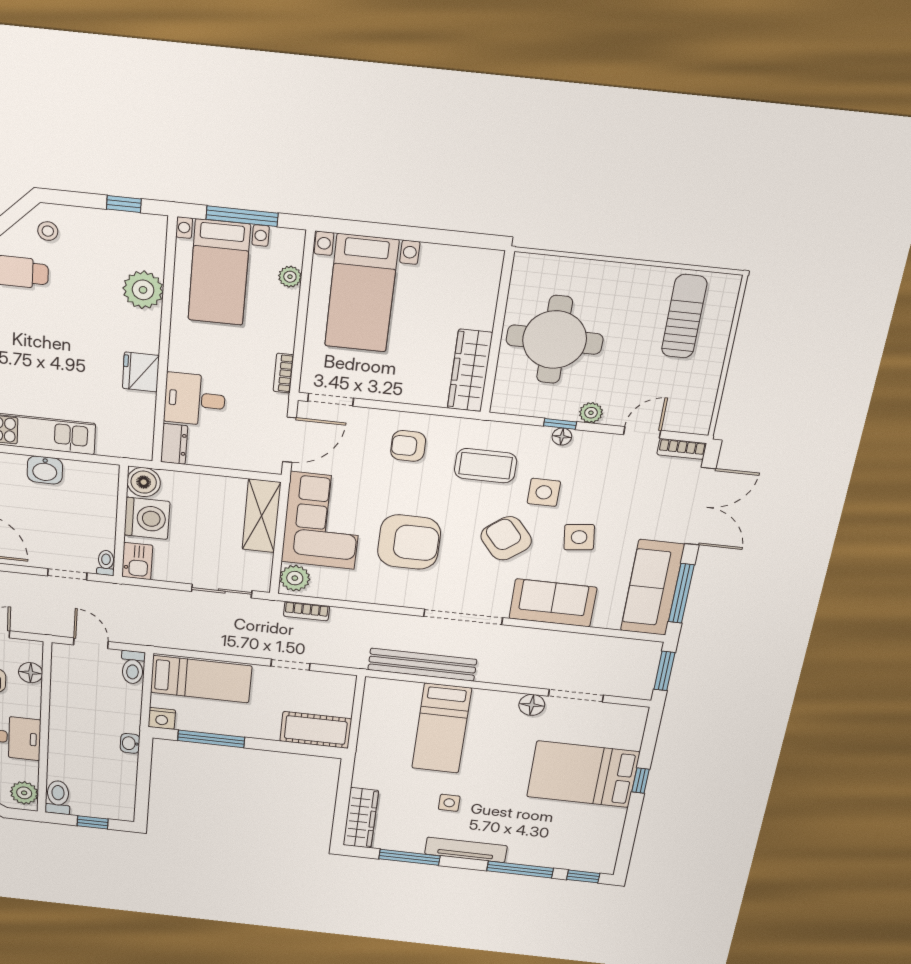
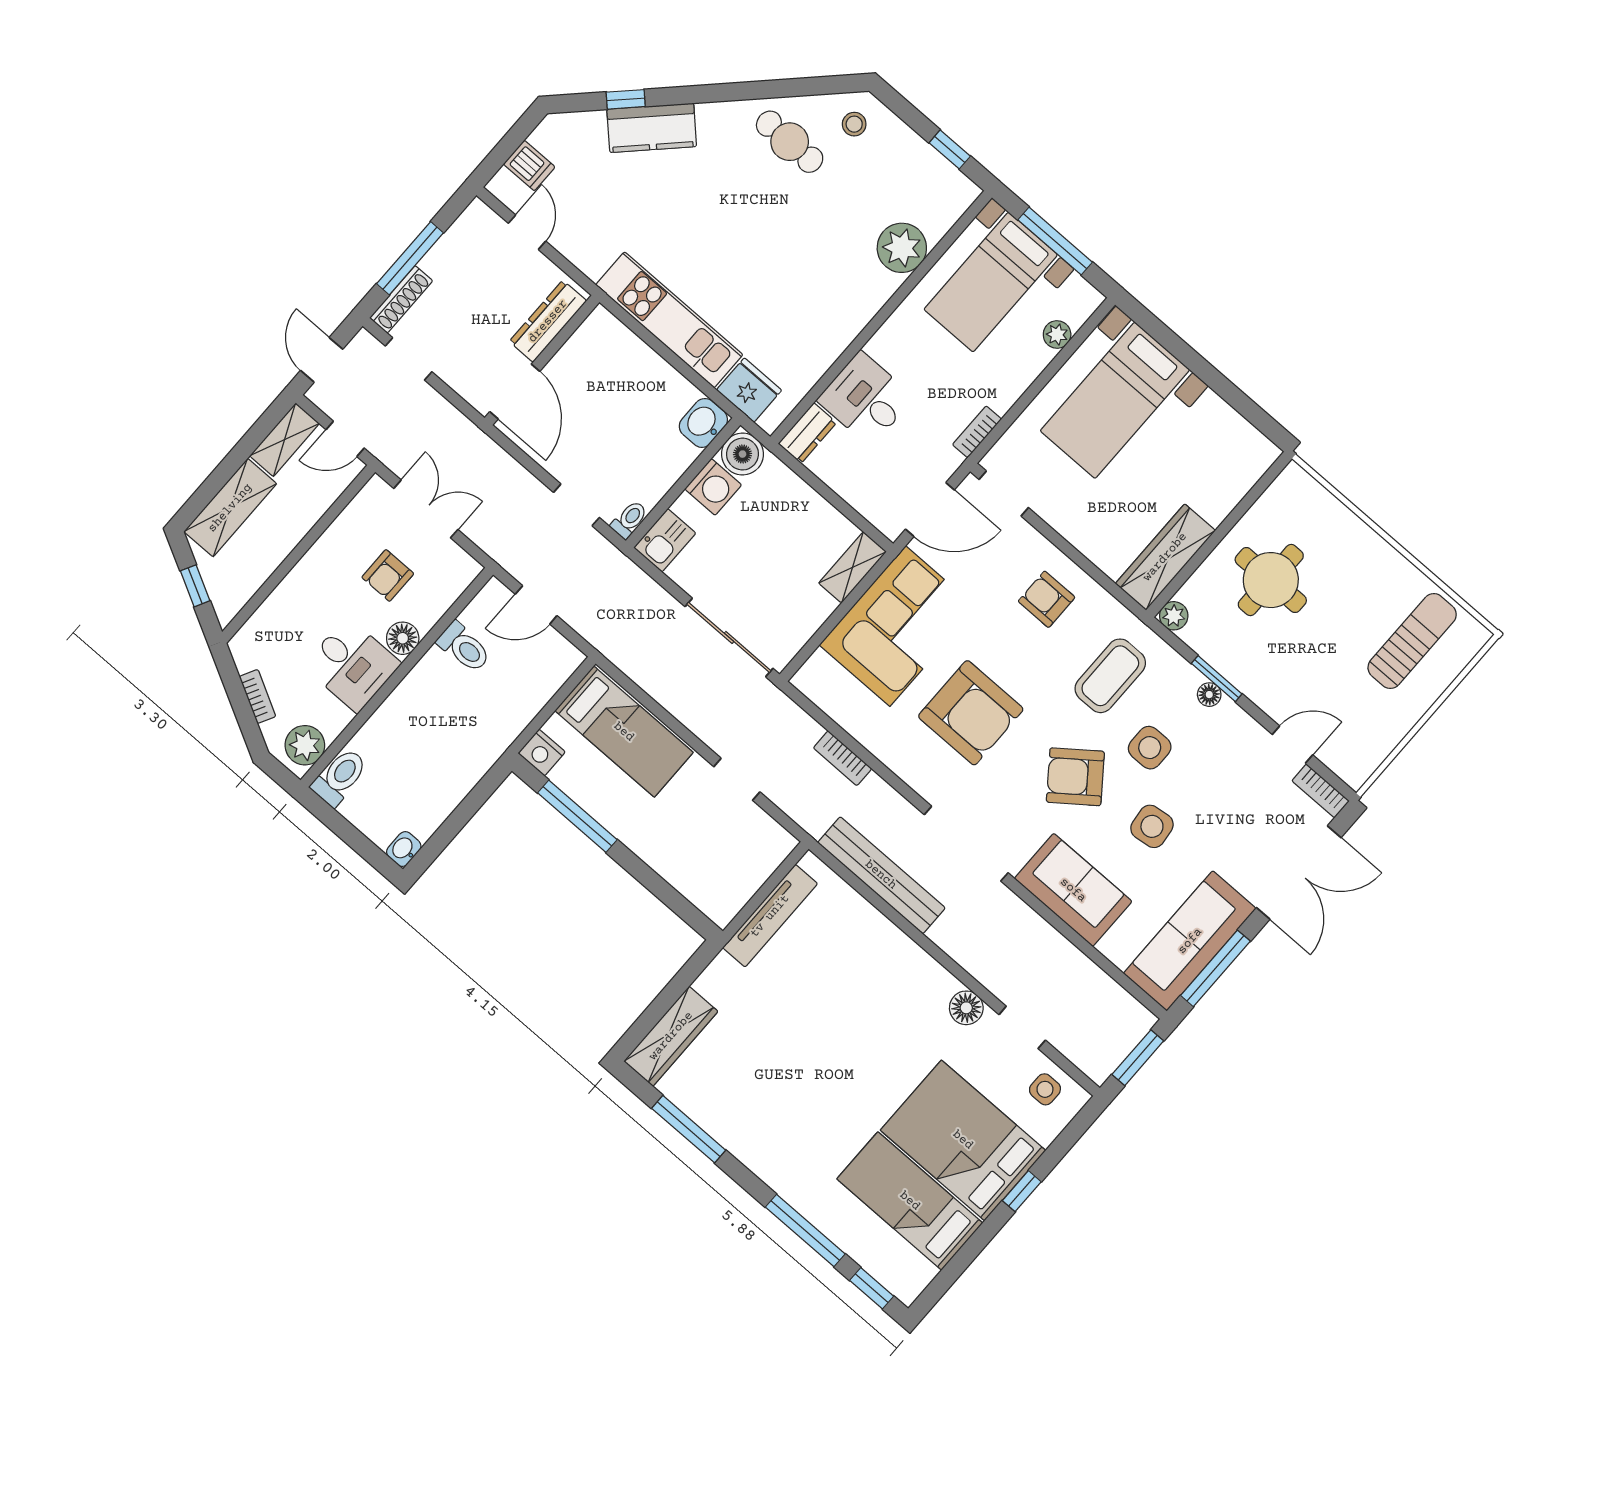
round table: (555, 340) -> (1271, 580), width x0.73, depth x0.73
fridge: (141, 372) -> (749, 390), moved, turned 90
plant: (591, 413) -> (1174, 616), moved
window: (560, 424) -> (1217, 679), width x1.50
coffee table: (486, 466) -> (1110, 676), turned 90
washbasin: (45, 470) -> (703, 423), moved, turned 90
shelving: (261, 516) -> (852, 567), width x0.67, depth x0.75
washing machine: (147, 518) -> (713, 487), width x0.73, depth x0.73
armchair: (506, 538) -> (1075, 777), turned -88
plant: (295, 578) -> (819, 675), removed
sliding door: (222, 591) -> (729, 637), width x1.37
bookcase: (306, 611) -> (843, 758), moved
door: (91, 643) -> (536, 605), swing flipped
toilet: (133, 667) -> (464, 647), moved, turned -90
floor lamp: (31, 673) -> (403, 638), moved
doorway: (576, 696) -> (1022, 1027), width x0.73
bed: (442, 728) -> (910, 1201), moved, turned 90
cot: (316, 730) -> (704, 883), removed
washbasin: (130, 743) -> (404, 849), moved
side table: (449, 803) -> (1045, 1089), moved
window: (93, 822) -> (353, 838), removed
tv unit: (466, 850) -> (770, 916), moved, turned 90

